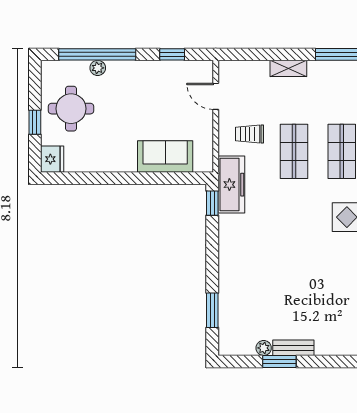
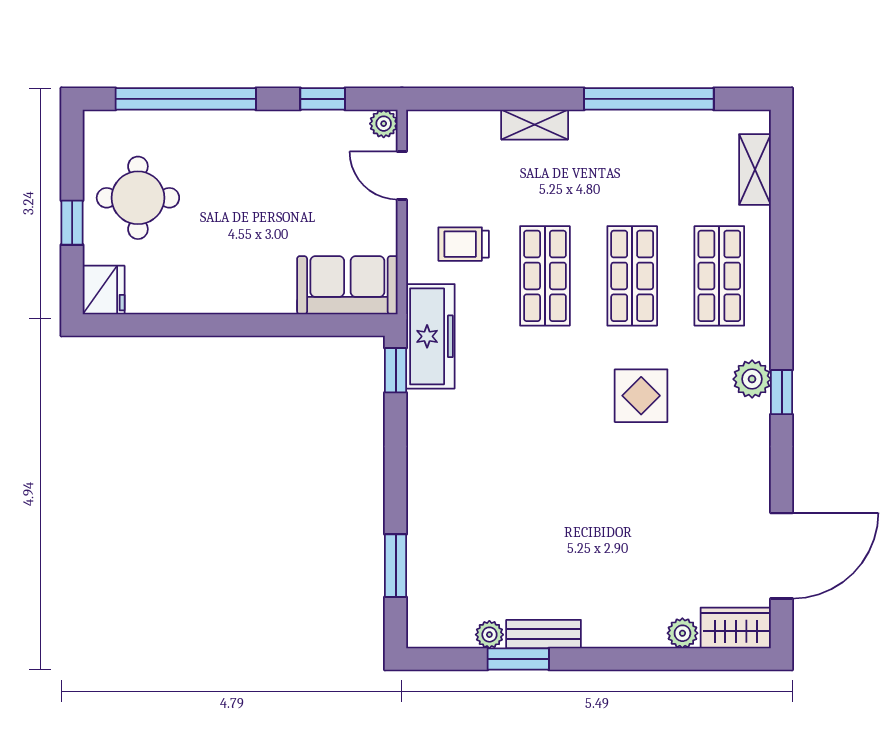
plant: (98, 68) -> (384, 124), moved
sofa: (165, 157) -> (347, 285), moved

